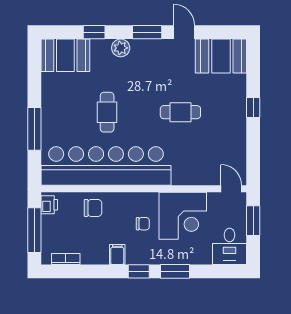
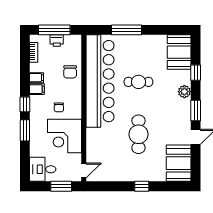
cafe table: (180, 112) -> (138, 134), width x1.37, depth x1.35
printer: (49, 205) -> (57, 41), moved
filing cabinet: (101, 255) -> (36, 78), added

